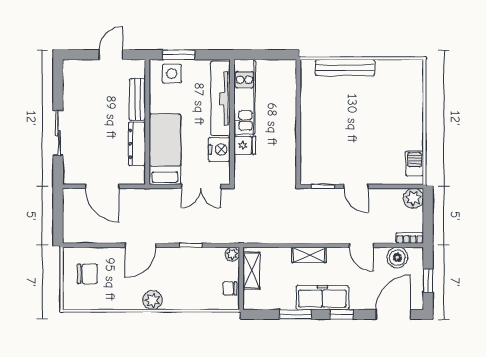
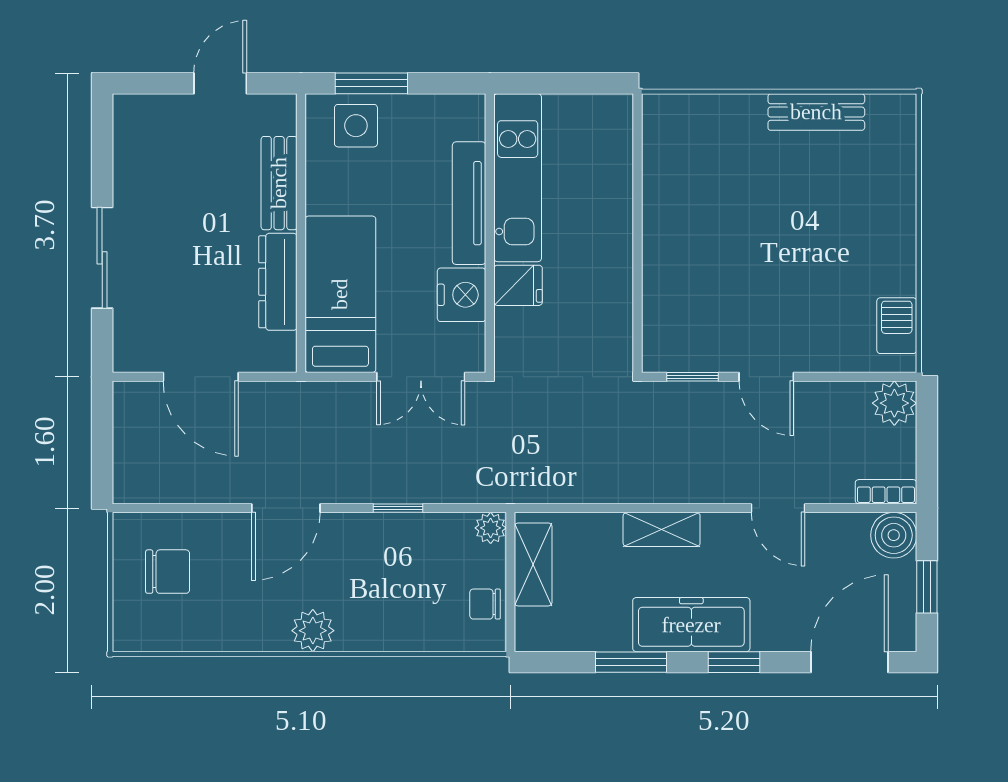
bench: (345, 68) -> (816, 112), moved, width x0.73
tv unit: (221, 98) -> (469, 203), width x0.73, depth x0.78
boiler: (397, 257) -> (894, 535), moved

